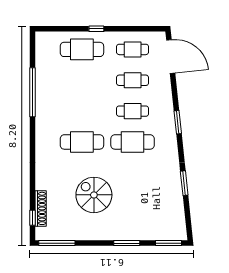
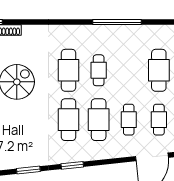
cafe table: (82, 111) -> (99, 70), added
cafe table: (133, 111) -> (99, 120), width x1.37, depth x1.35
window: (178, 122) -> (72, 165), moved

